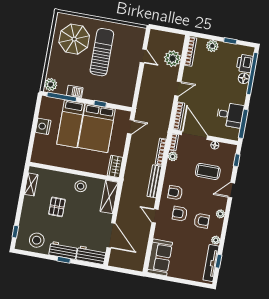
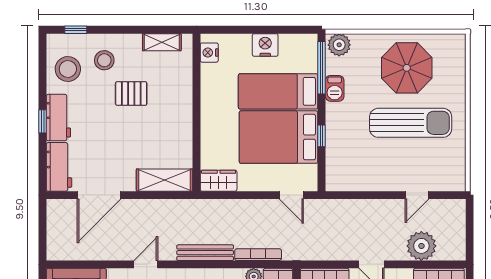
parasol: (74, 39) -> (407, 68), moved
nightstand: (42, 159) -> (209, 53), added
stool: (81, 186) -> (104, 60), moved

